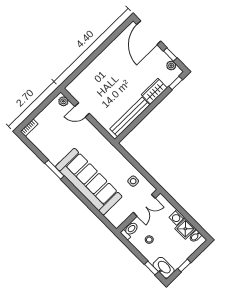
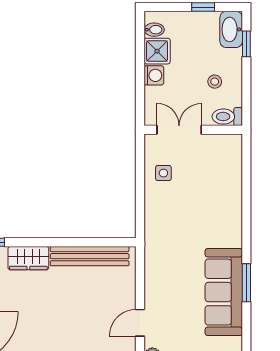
door: (82, 110) -> (140, 323), swing flipped
sofa: (89, 182) -> (224, 292), moved, width x0.74, depth x0.79

